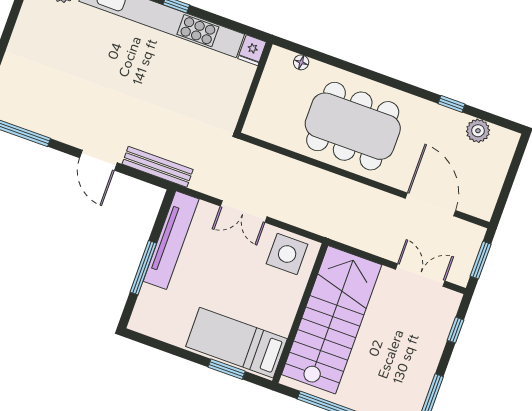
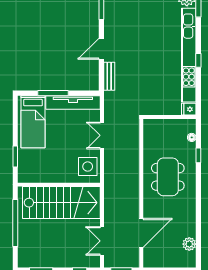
window: (452, 104) -> (198, 155), moved
dining table: (353, 126) -> (168, 177), width x0.73, depth x0.80
bench: (158, 167) -> (109, 76), width x0.73
double door: (420, 275) -> (102, 241), swing flipped
bed: (236, 343) -> (33, 122), moved, turned 180

